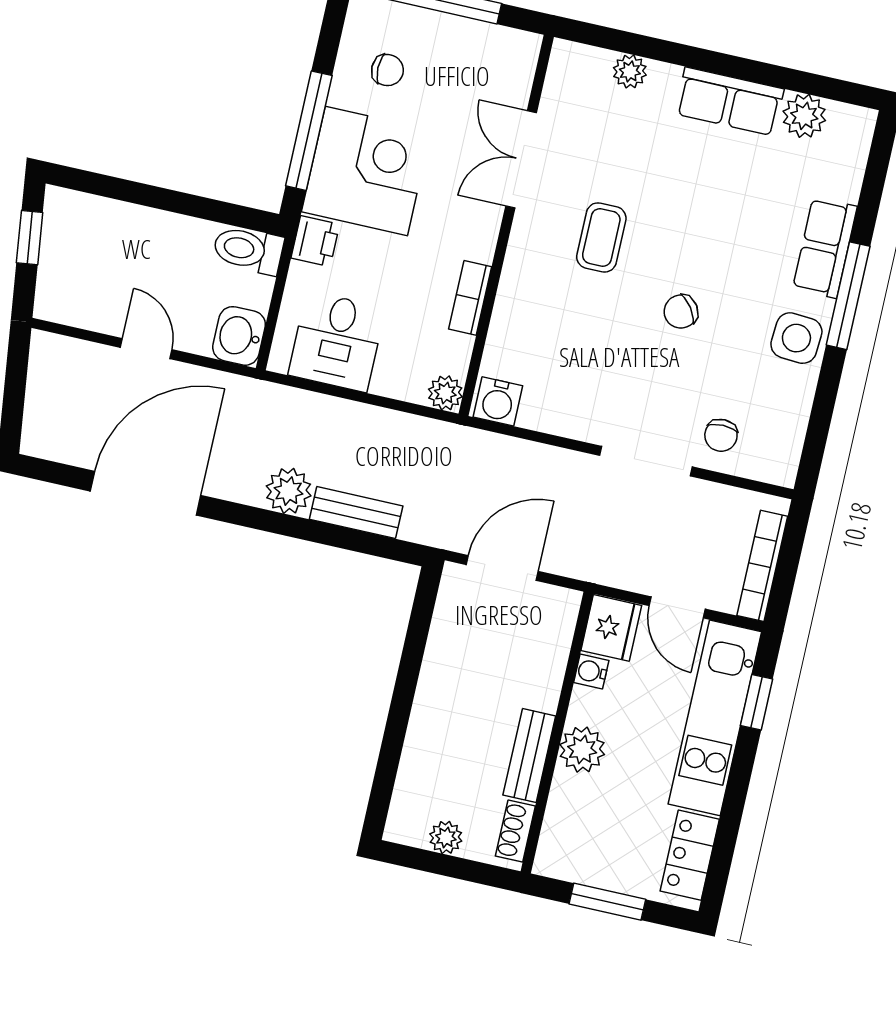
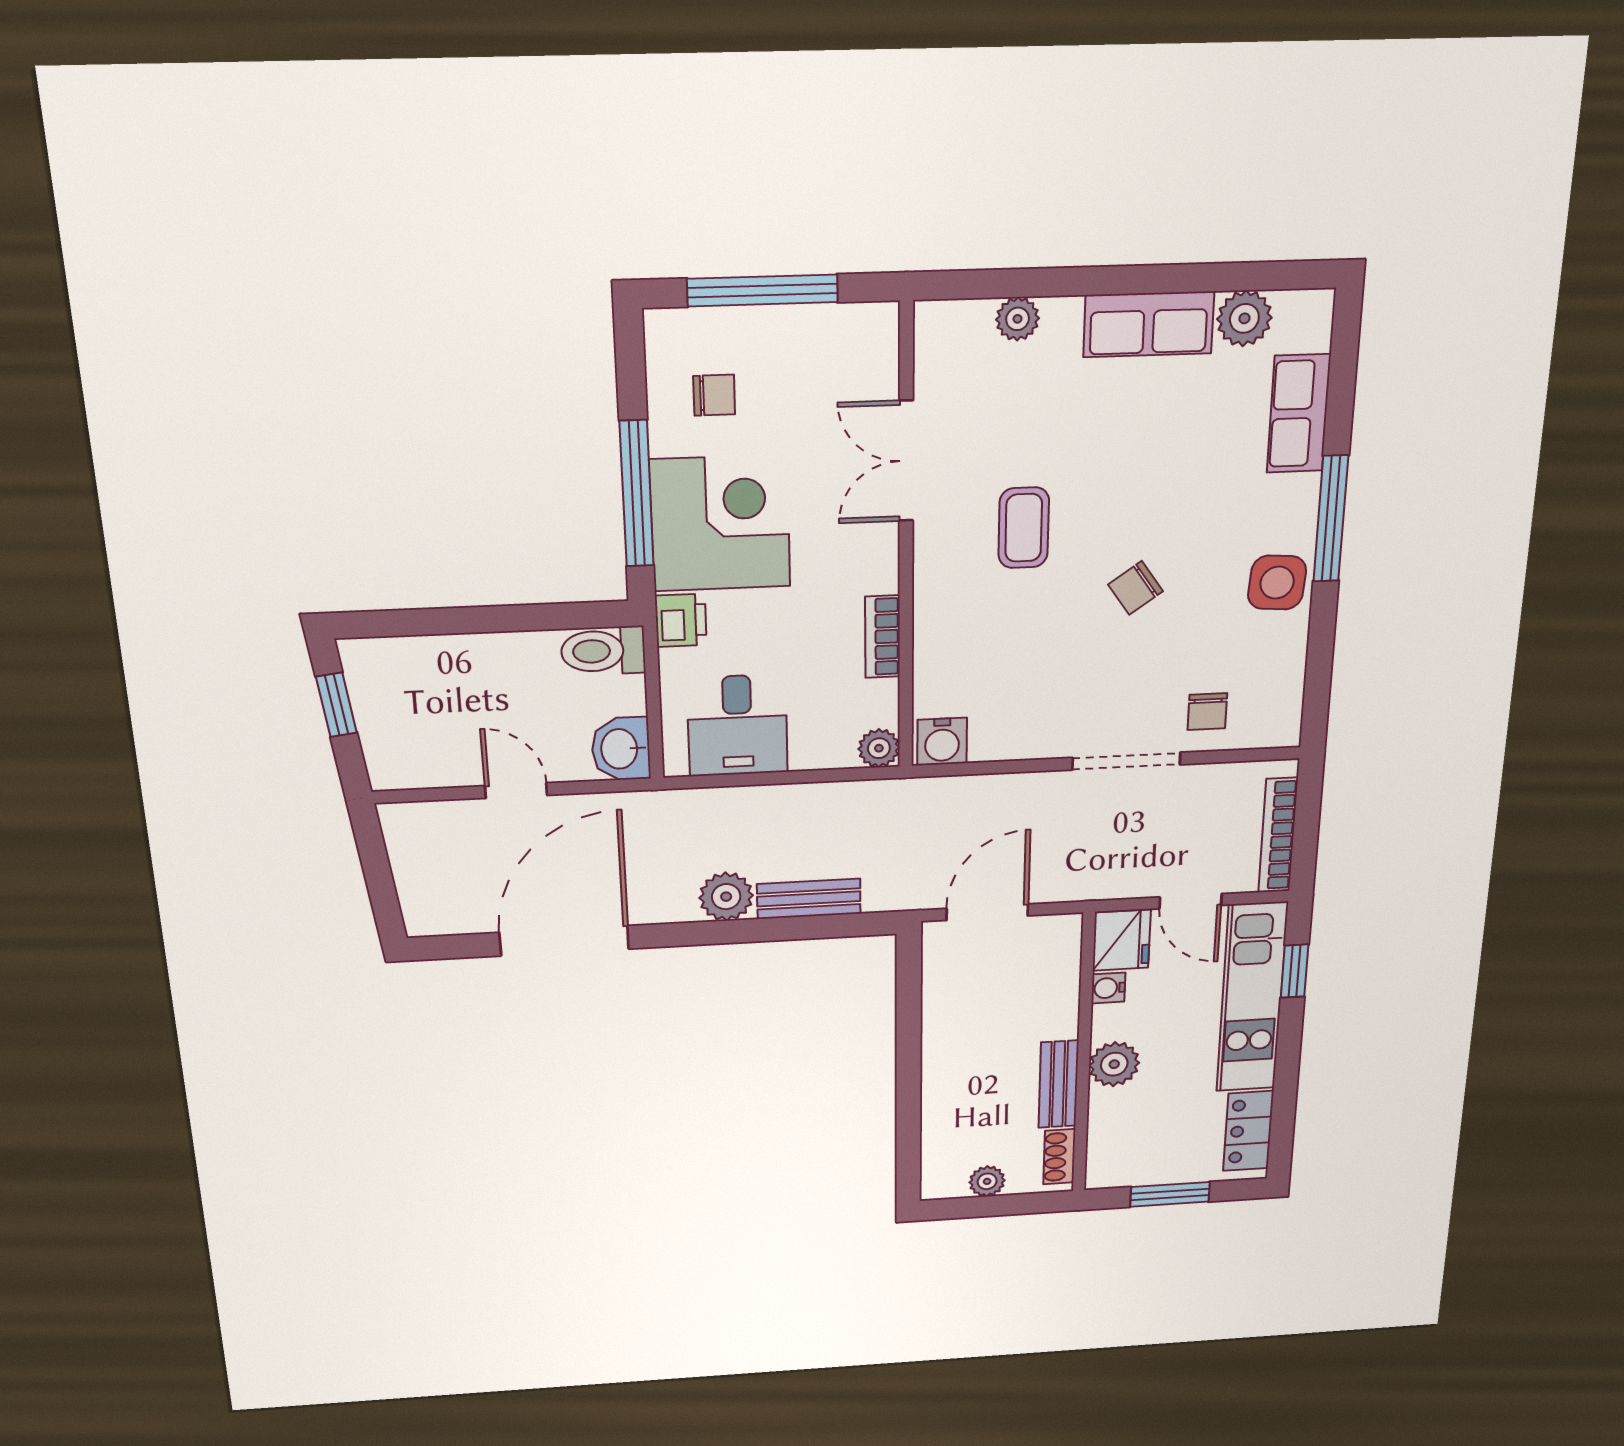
row of seats: (825, 248) -> (1299, 414), moved

